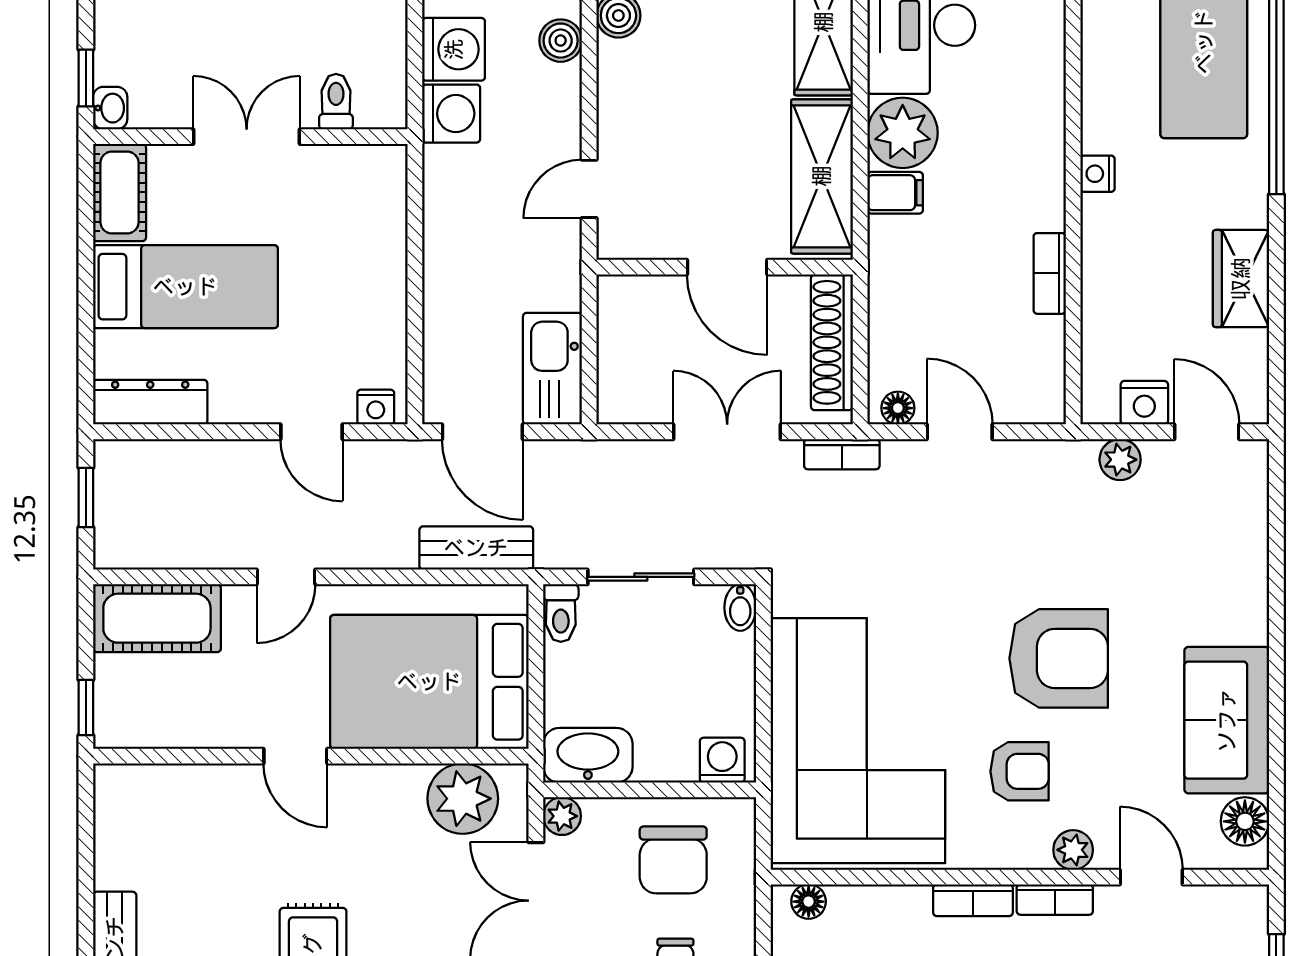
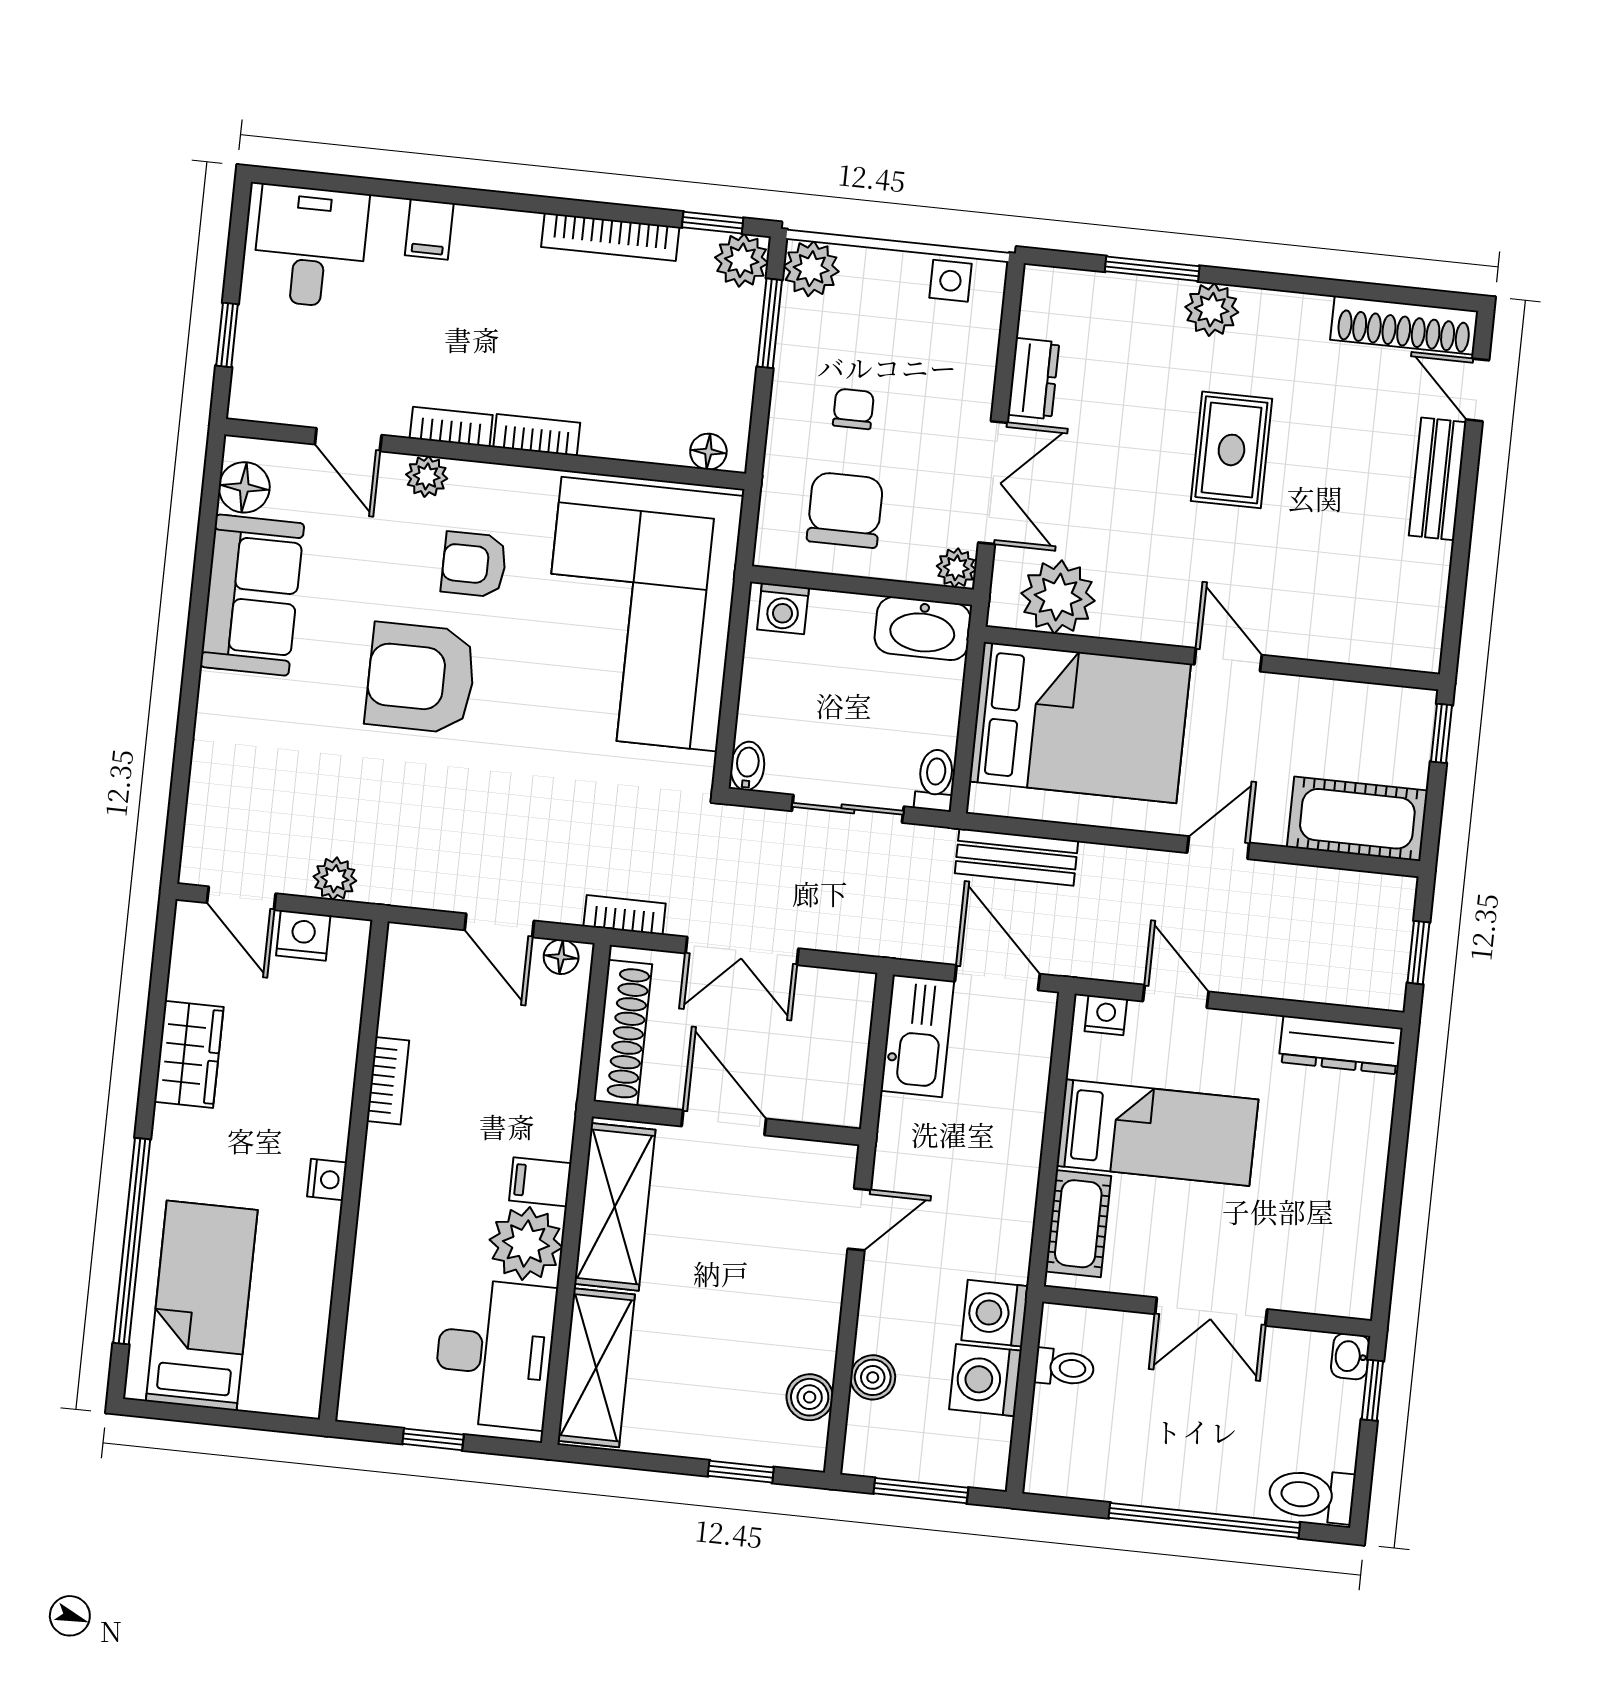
toilet: (336, 102) -> (1064, 1368), moved, turned -90
cot: (120, 192) -> (1078, 1224), moved
bed: (185, 287) -> (1157, 1133), moved, turned 180

